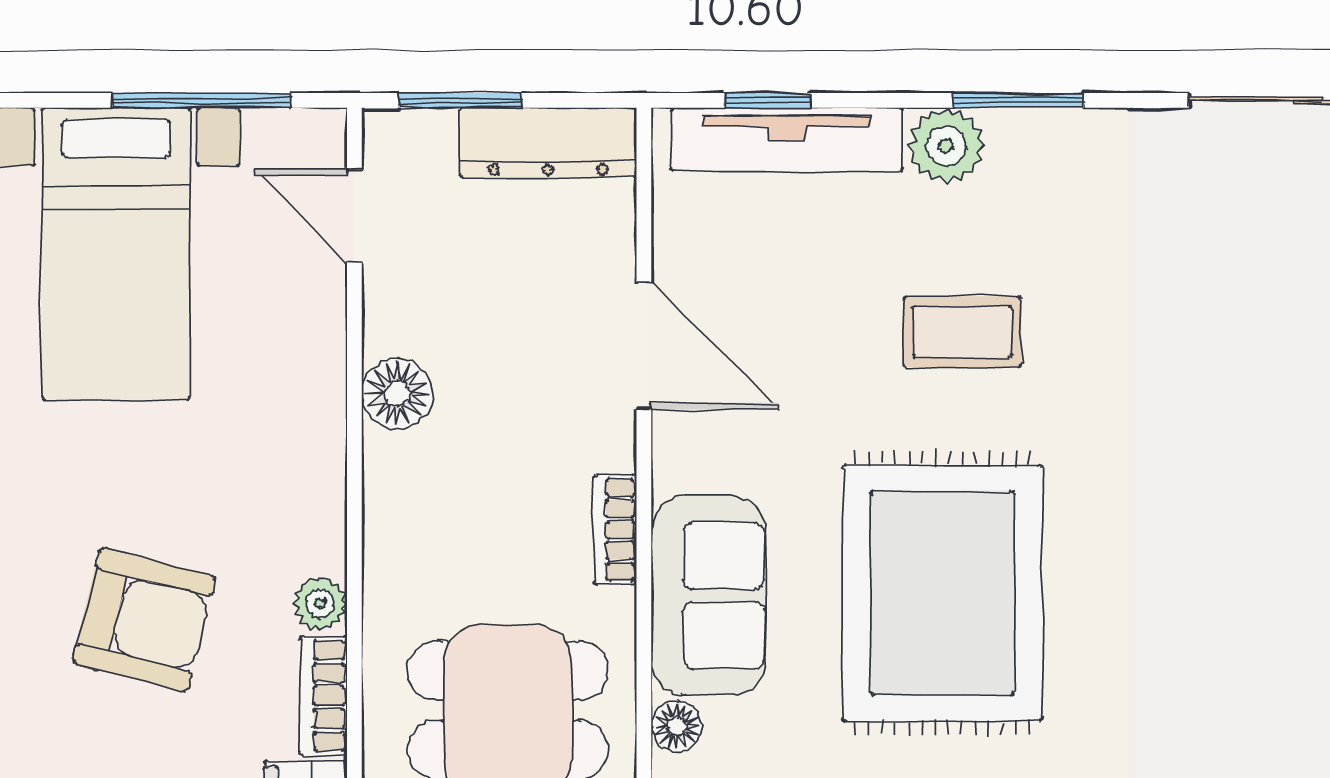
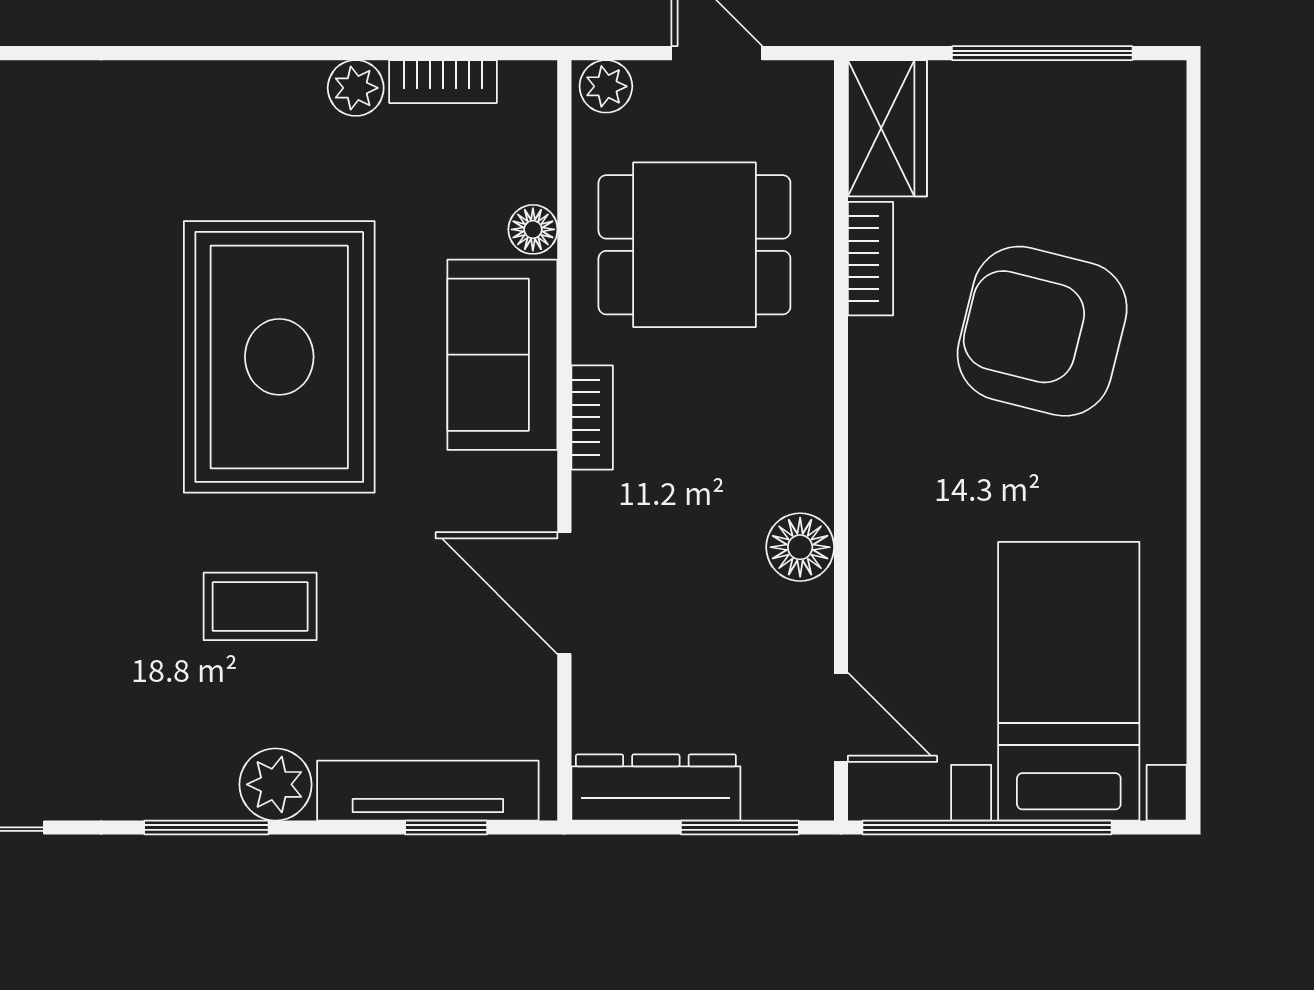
window: (202, 100) -> (987, 827), width x1.46
plant: (320, 604) -> (874, 347), removed
armchair: (144, 620) -> (1042, 331), width x1.36, depth x1.36

